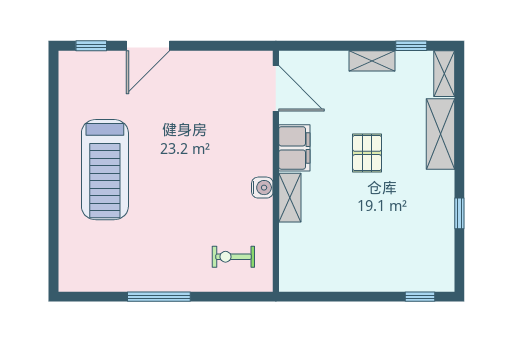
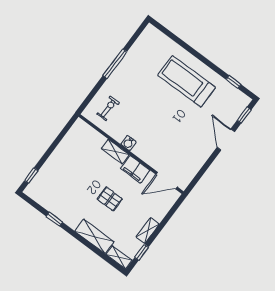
window: (54, 99) -> (233, 82), added

